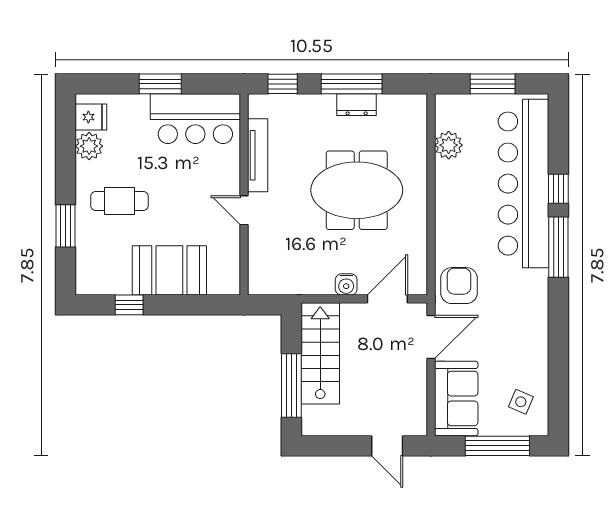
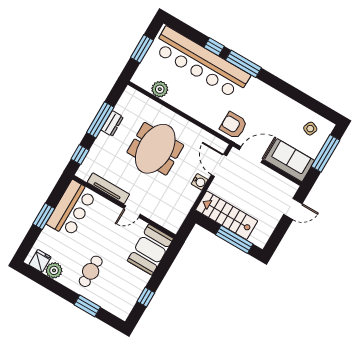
booth: (169, 270) -> (150, 250), moved
door: (431, 337) -> (251, 155), hinge flipped

